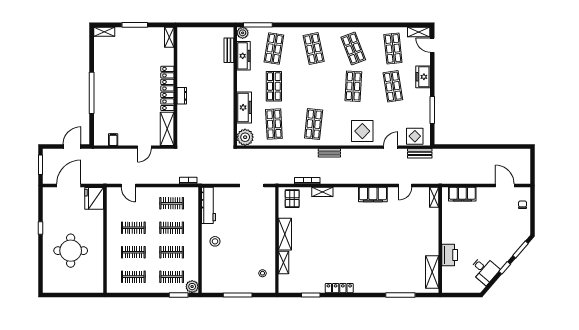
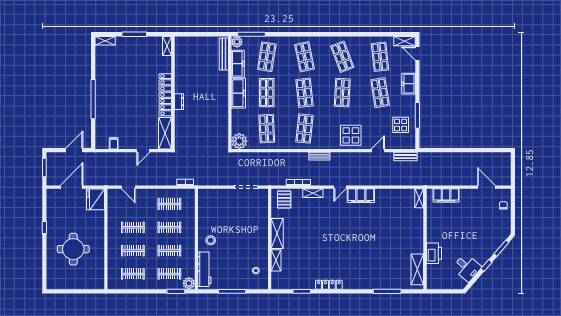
bench: (229, 50) -> (224, 54), width x1.36
shop shelf: (314, 86) -> (305, 93), added
freezer: (244, 107) -> (238, 93), moved
display table: (415, 136) -> (401, 125), moved
door: (405, 186) -> (340, 187), moved
workbench: (208, 205) -> (204, 269), moved

